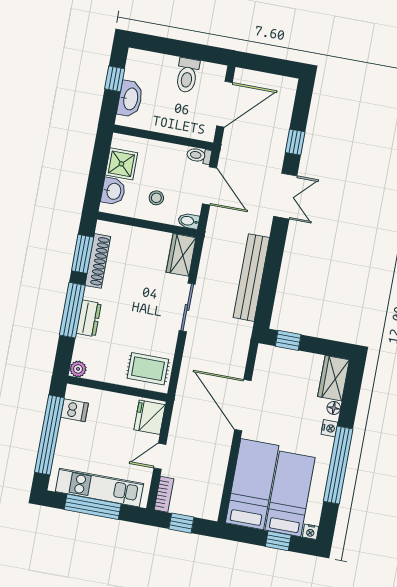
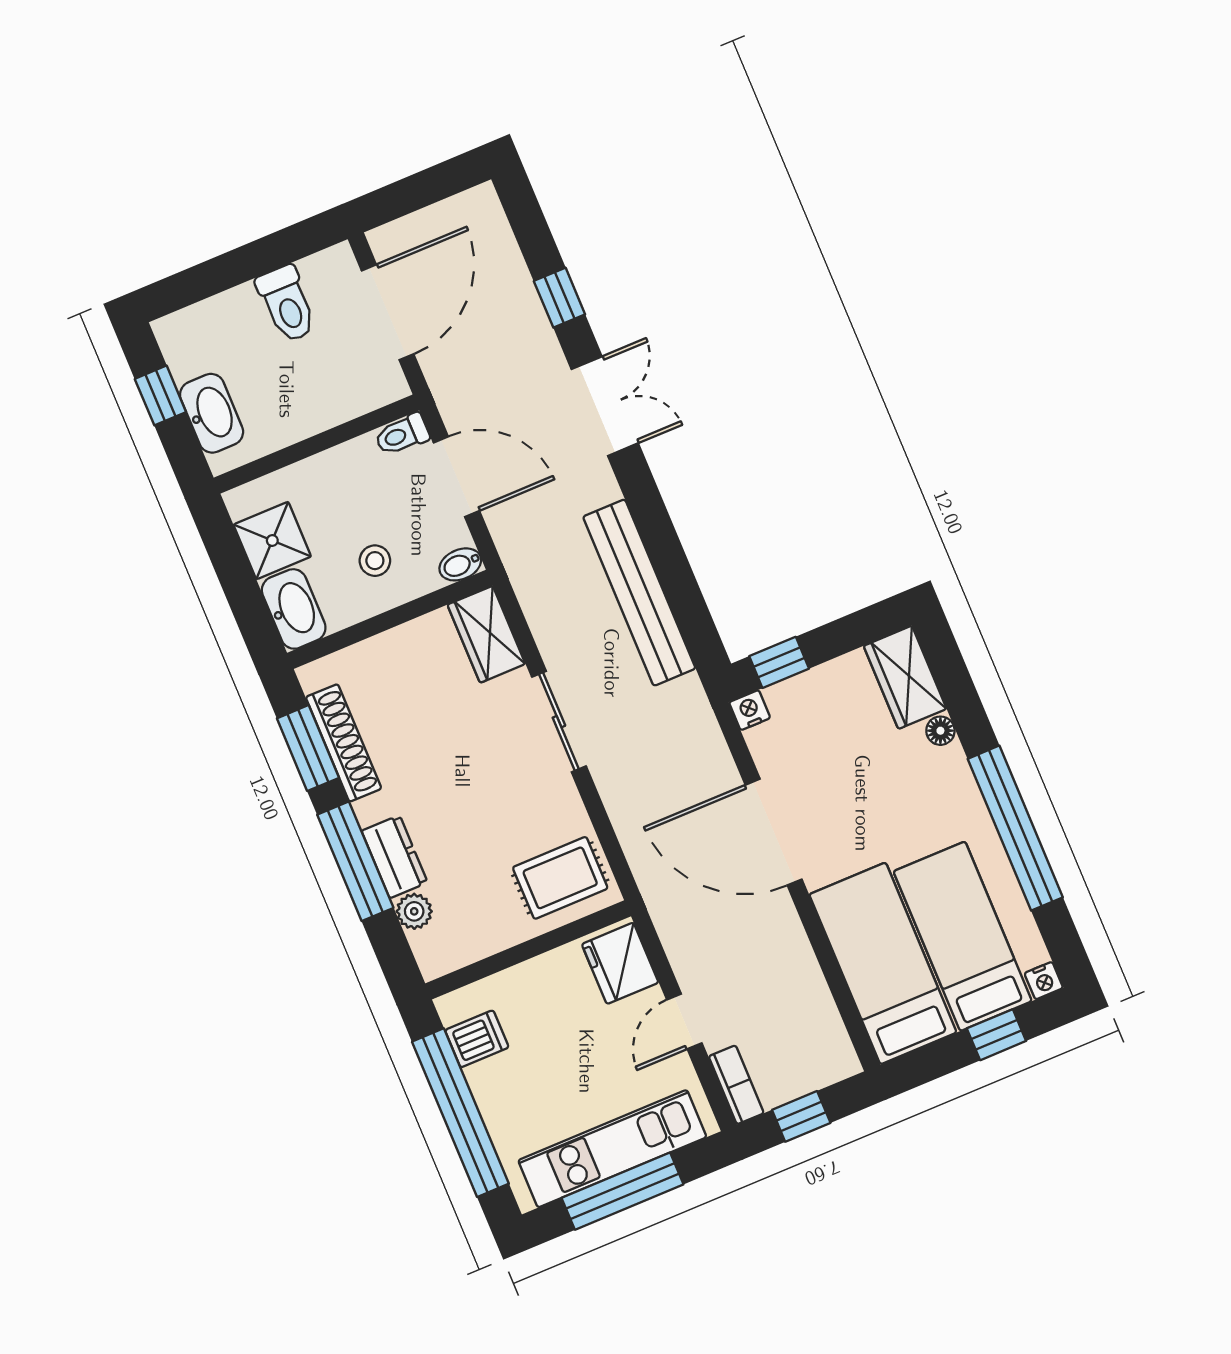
washbasin: (113, 191) -> (294, 609), width x1.38
plant: (78, 369) -> (414, 911), moved
nightstand: (329, 428) -> (750, 710), moved, turned -90

